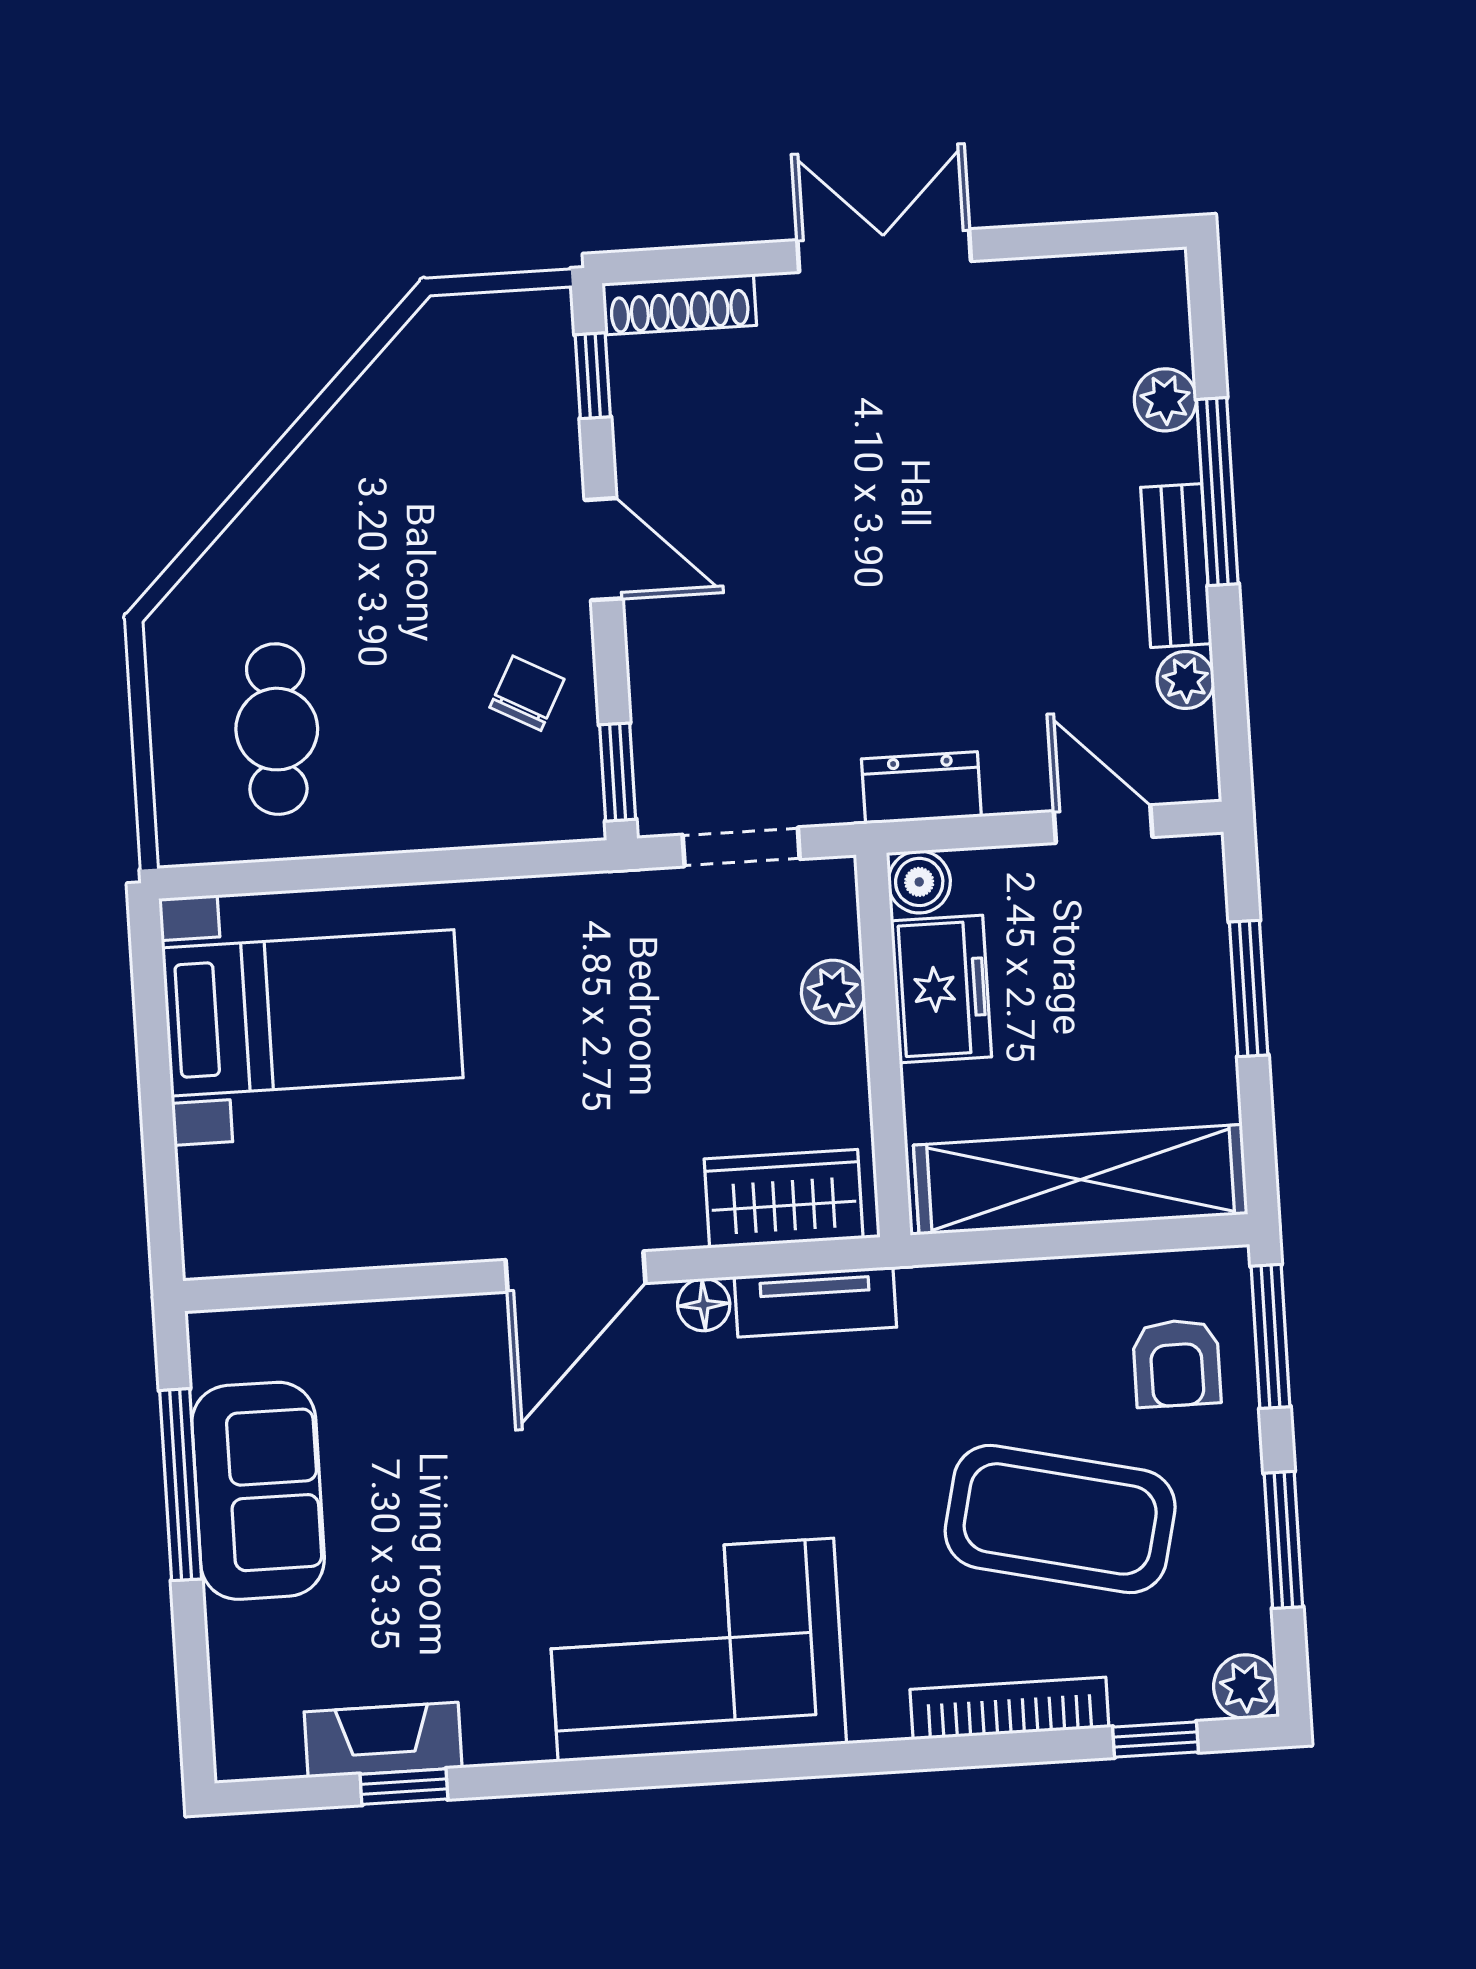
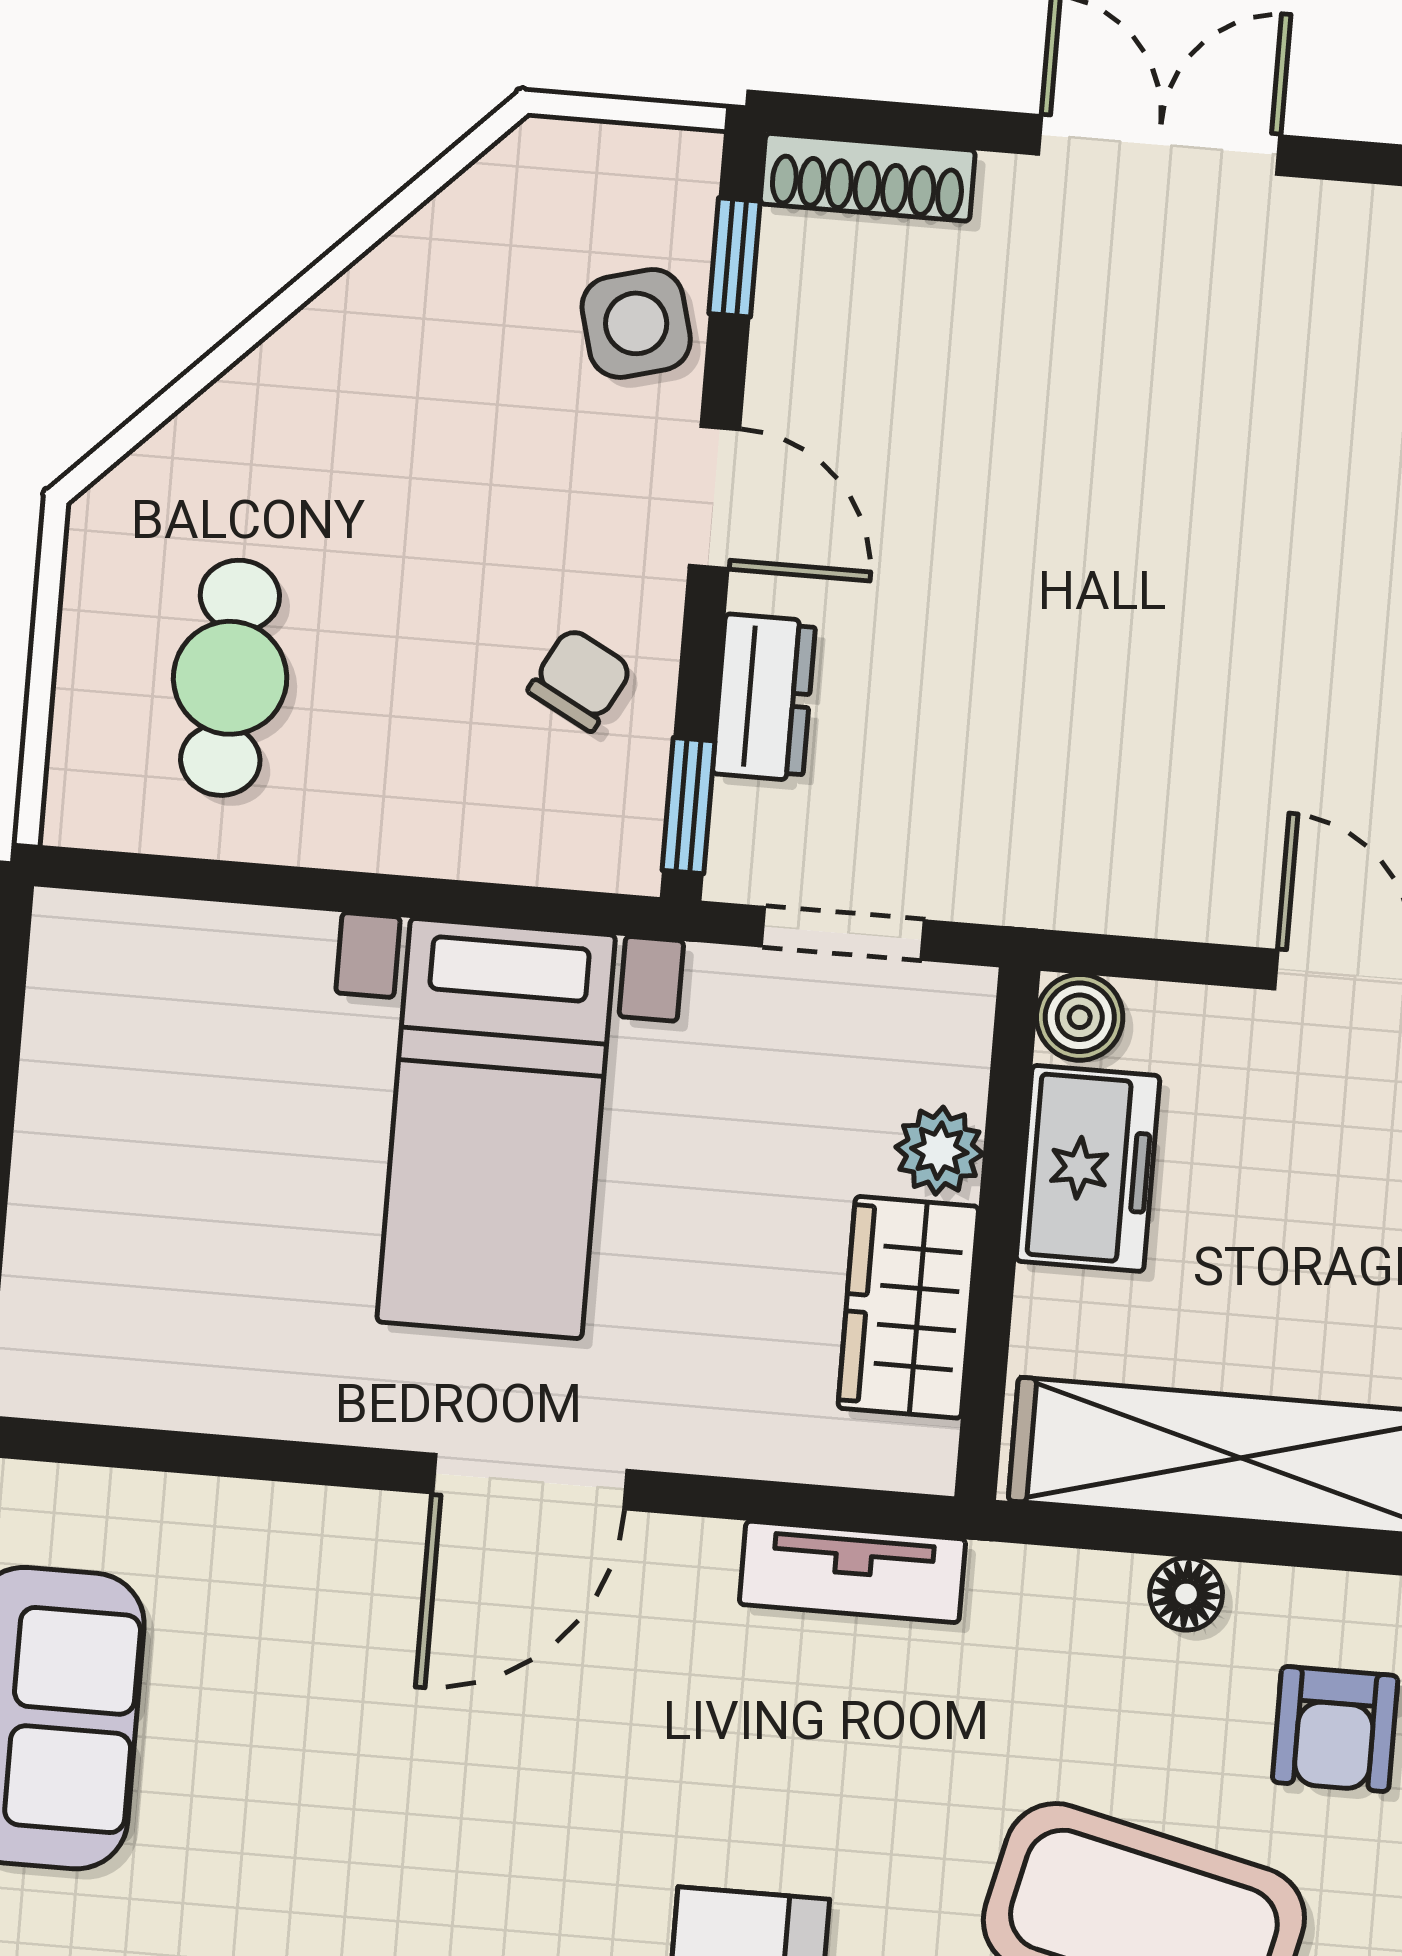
side table: (529, 433) -> (636, 323), added
dresser: (921, 788) -> (764, 697), moved, turned 90
bed with nightstands: (313, 1013) -> (496, 1128), moved, turned 90
wardrobe: (784, 1199) -> (908, 1307), moved, turned -90
floor lamp: (704, 1305) -> (1186, 1594), moved

